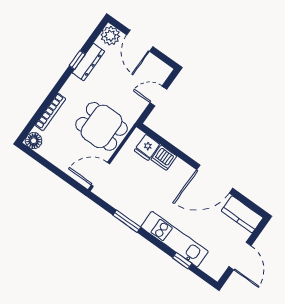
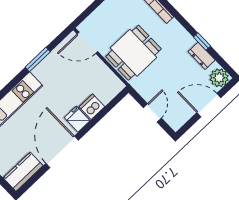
dresser: (88, 62) -> (202, 56), width x0.70
fridge: (147, 147) -> (77, 119), moved
door: (100, 174) -> (87, 43), swing flipped

